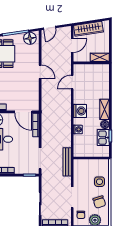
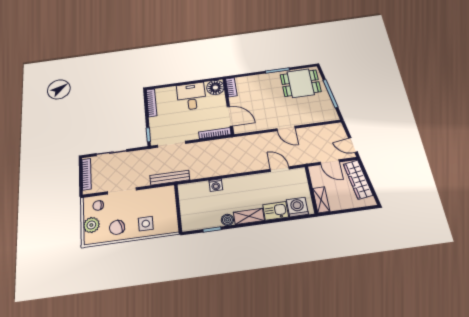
door: (49, 28) -> (353, 145), moved
floor lamp: (30, 38) -> (327, 111), removed
door: (40, 72) -> (286, 128), hinge flipped
washing machine: (80, 111) -> (297, 207), moved, turned 180
door: (23, 112) -> (230, 116), swing flipped
kitchen sink: (103, 138) -> (276, 211), moved

